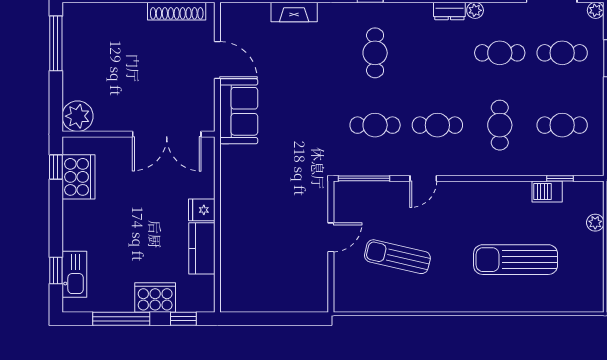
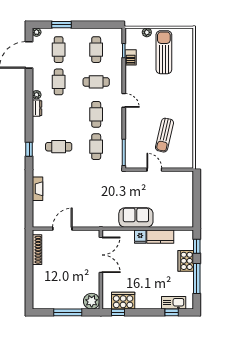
window: (56, 43) -> (68, 312), moved
sofa: (239, 111) -> (136, 217), moved
door: (423, 178) -> (124, 100), moved
sun lounger: (516, 260) -> (164, 52), moved, turned 180

